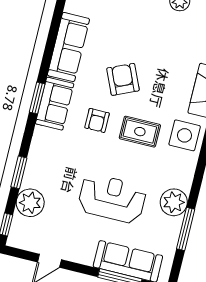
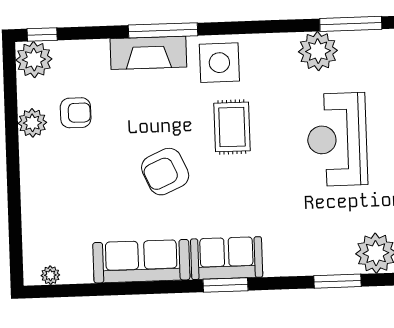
armchair: (97, 120) -> (76, 113), moved

